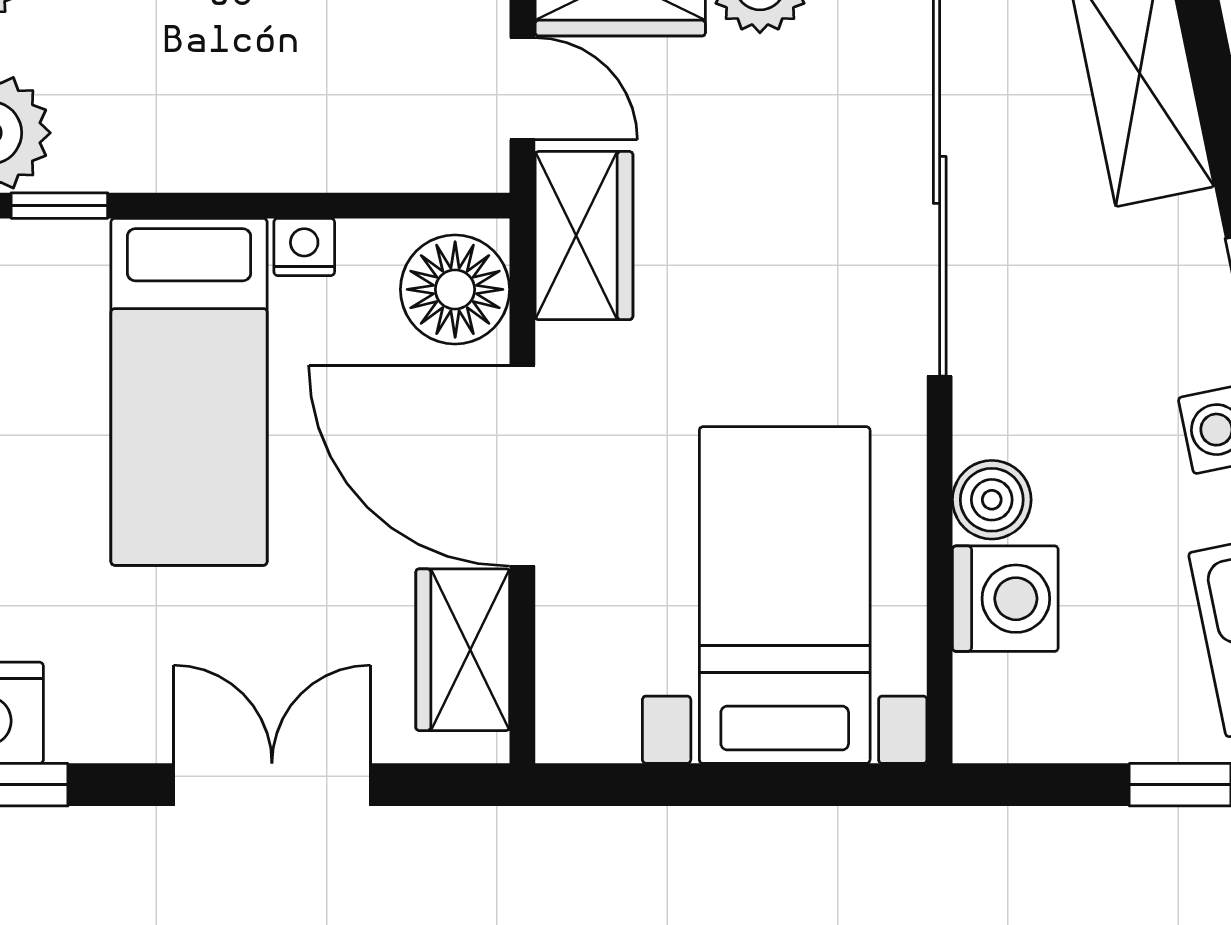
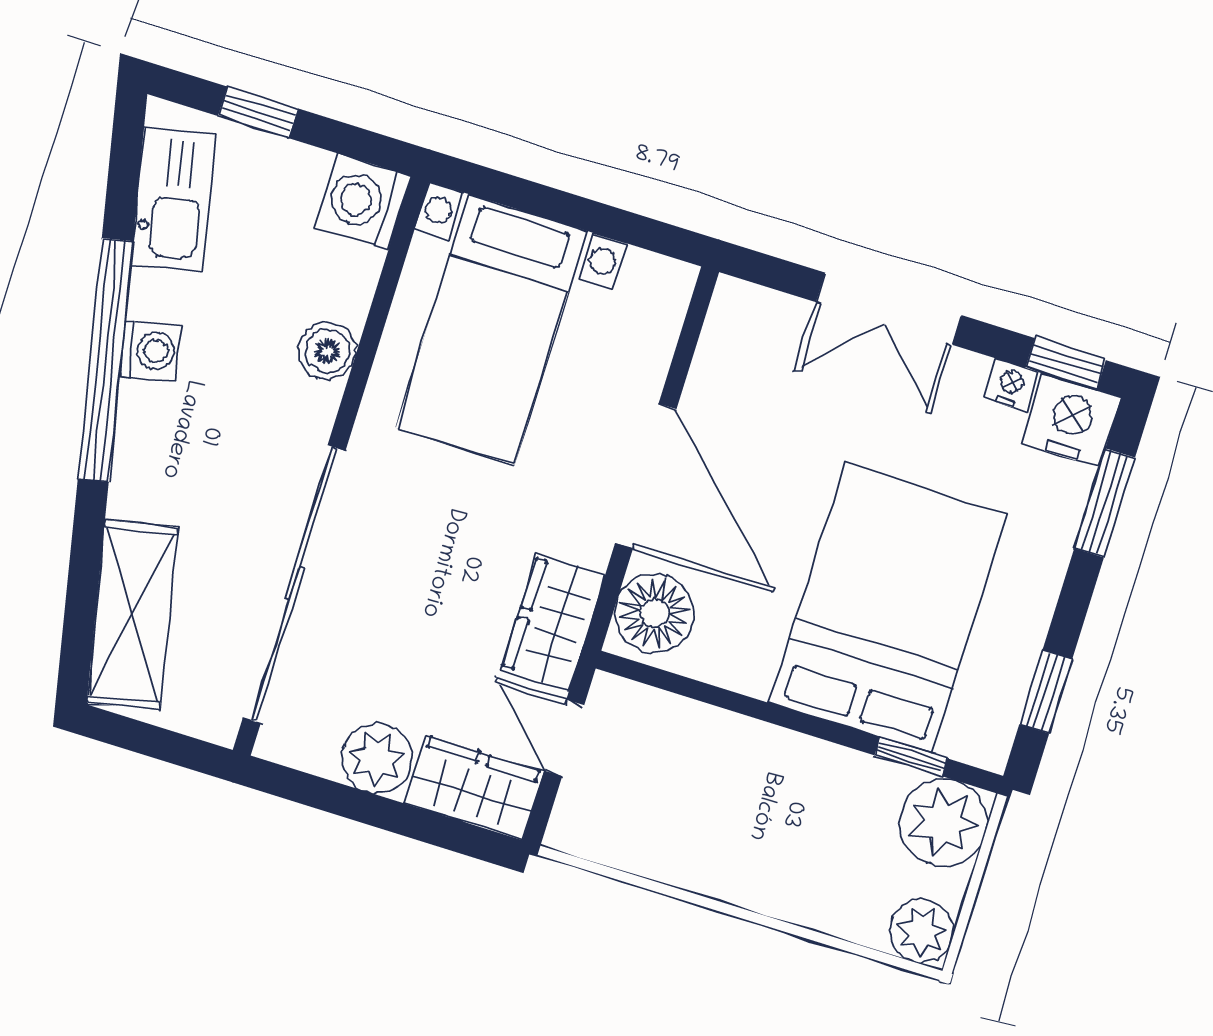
nightstand: (304, 247) -> (1011, 385), moved, turned 180
bed: (189, 392) -> (888, 608), width x1.50
washing machine: (1005, 599) -> (363, 202), moved
wardrobe: (463, 650) -> (727, 361), removed

